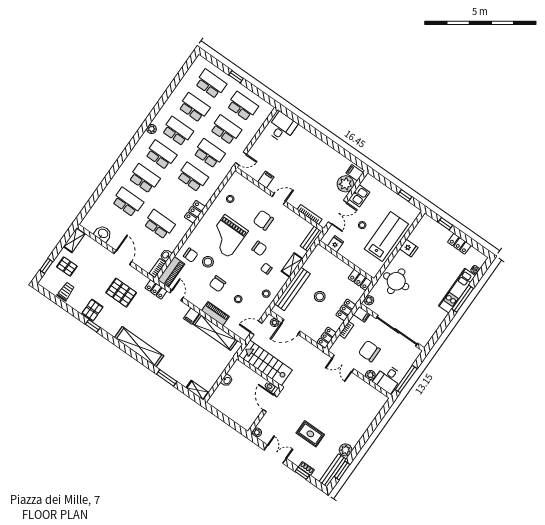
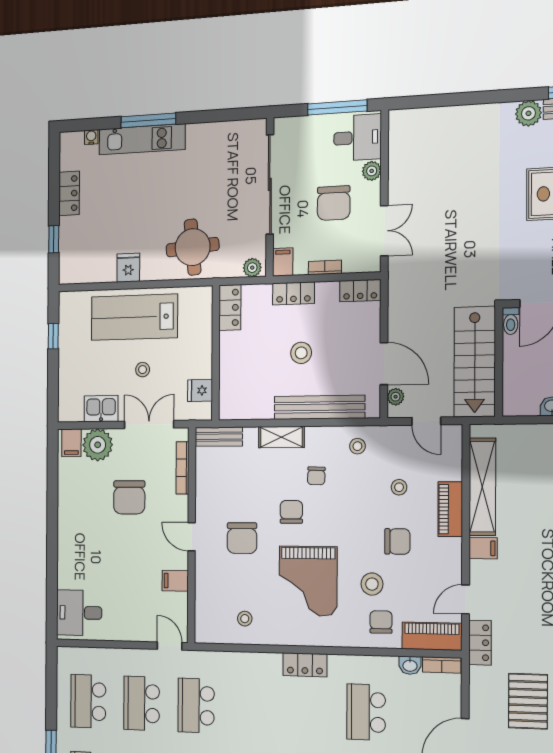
school desk: (193, 177) -> (252, 708), removed
chair: (314, 183) -> (129, 497), added
grand piano: (227, 236) -> (308, 581), turned 90

